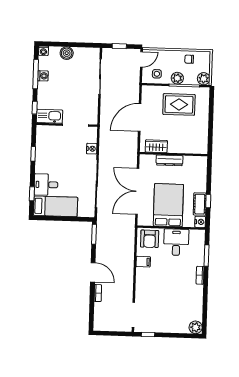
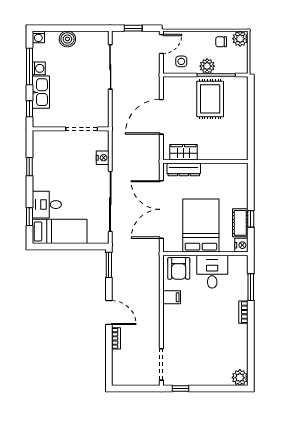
plant: (204, 79) -> (240, 39), moved
rug: (179, 104) -> (210, 99), turned 90
kitchen sink: (49, 116) -> (41, 92), moved, turned 90
dresser: (169, 160) -> (184, 169), moved

